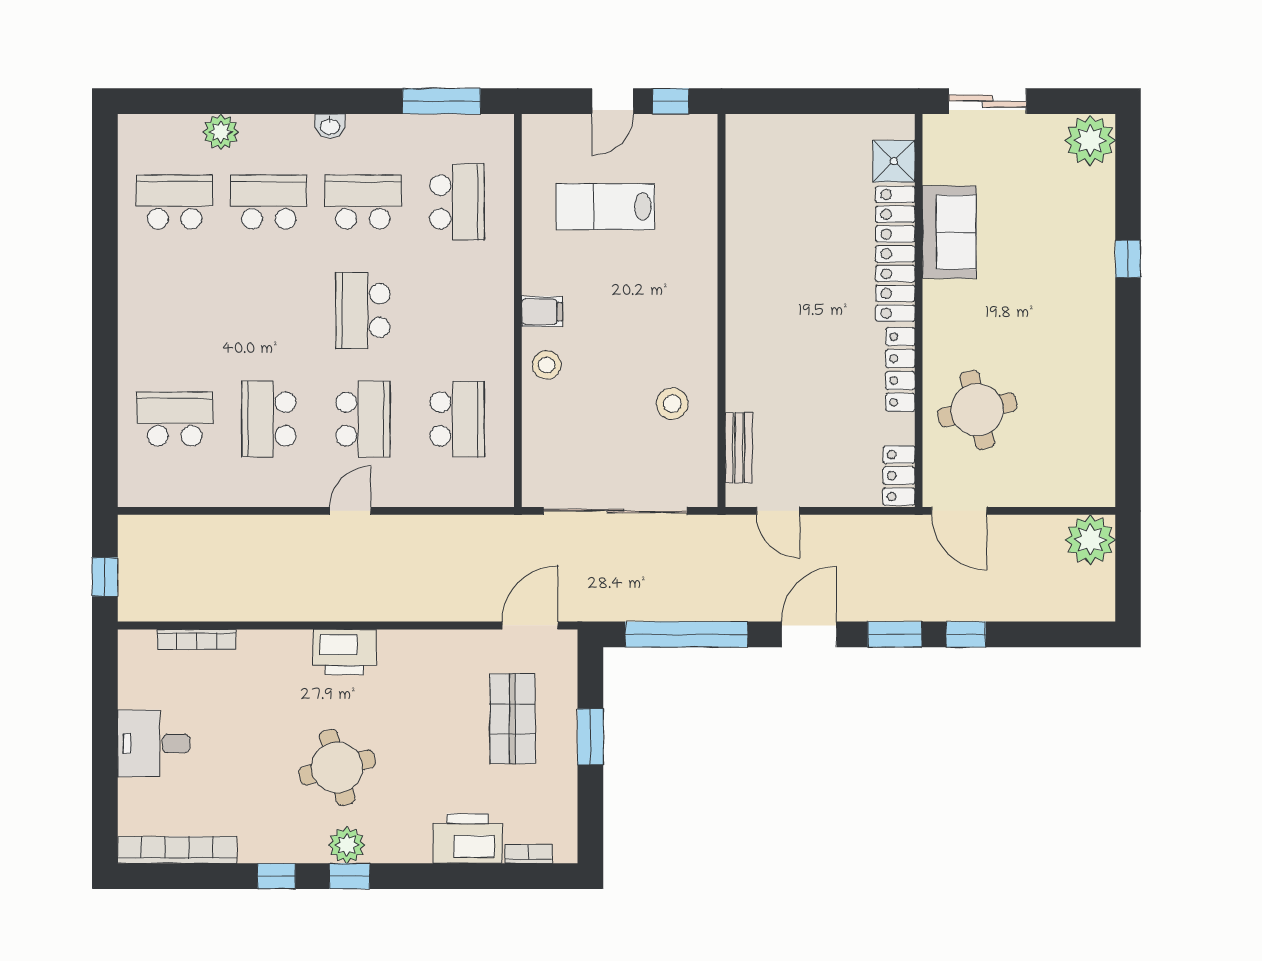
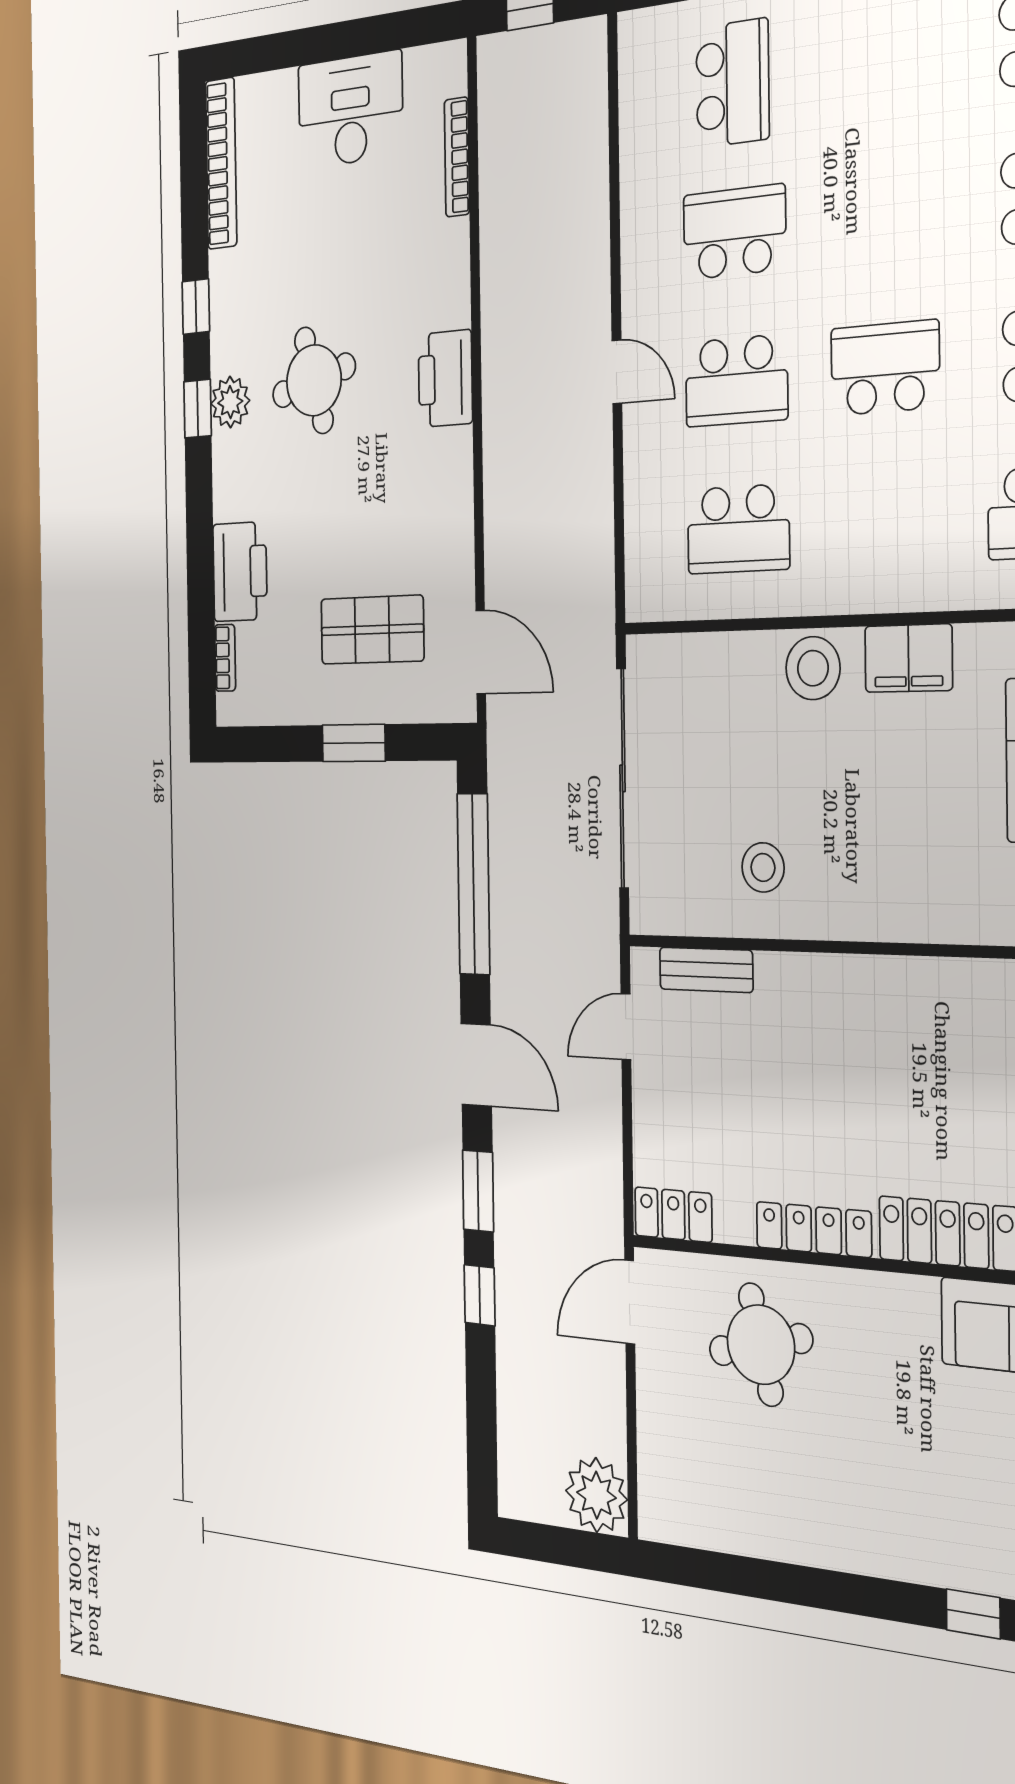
filing cabinet: (542, 312) -> (909, 658), width x2.00
stool: (547, 365) -> (813, 668), width x1.38, depth x1.38
desk: (154, 743) -> (350, 110), width x1.37

